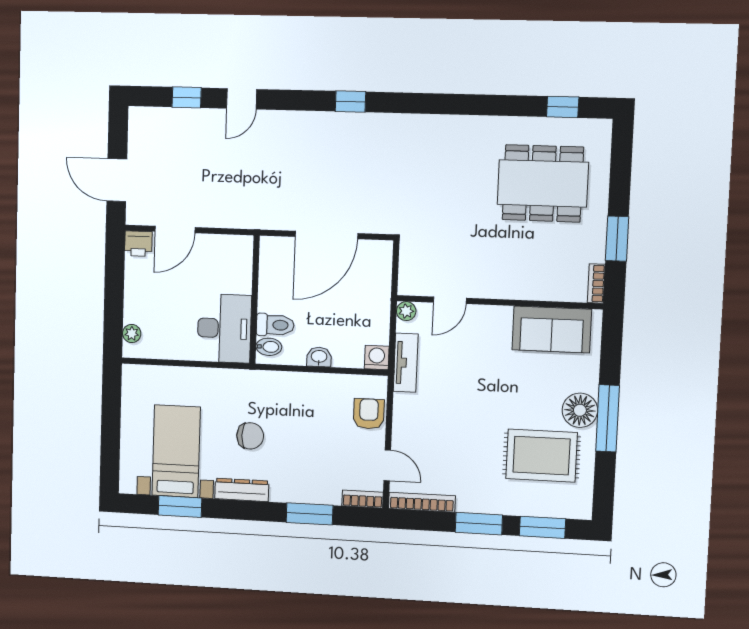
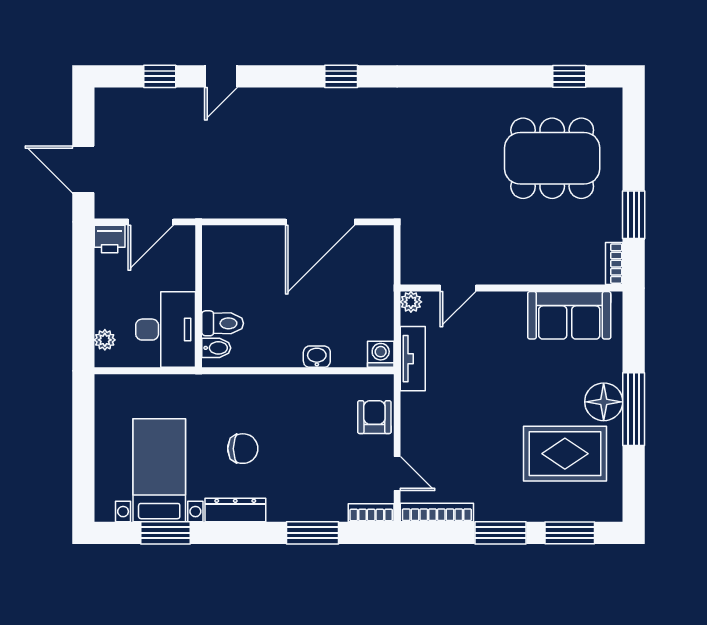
wall: (255, 300) -> (199, 296), moved
toilet: (275, 325) -> (223, 323), moved
desk: (224, 328) -> (166, 330), moved
bidet: (269, 347) -> (216, 348), moved

